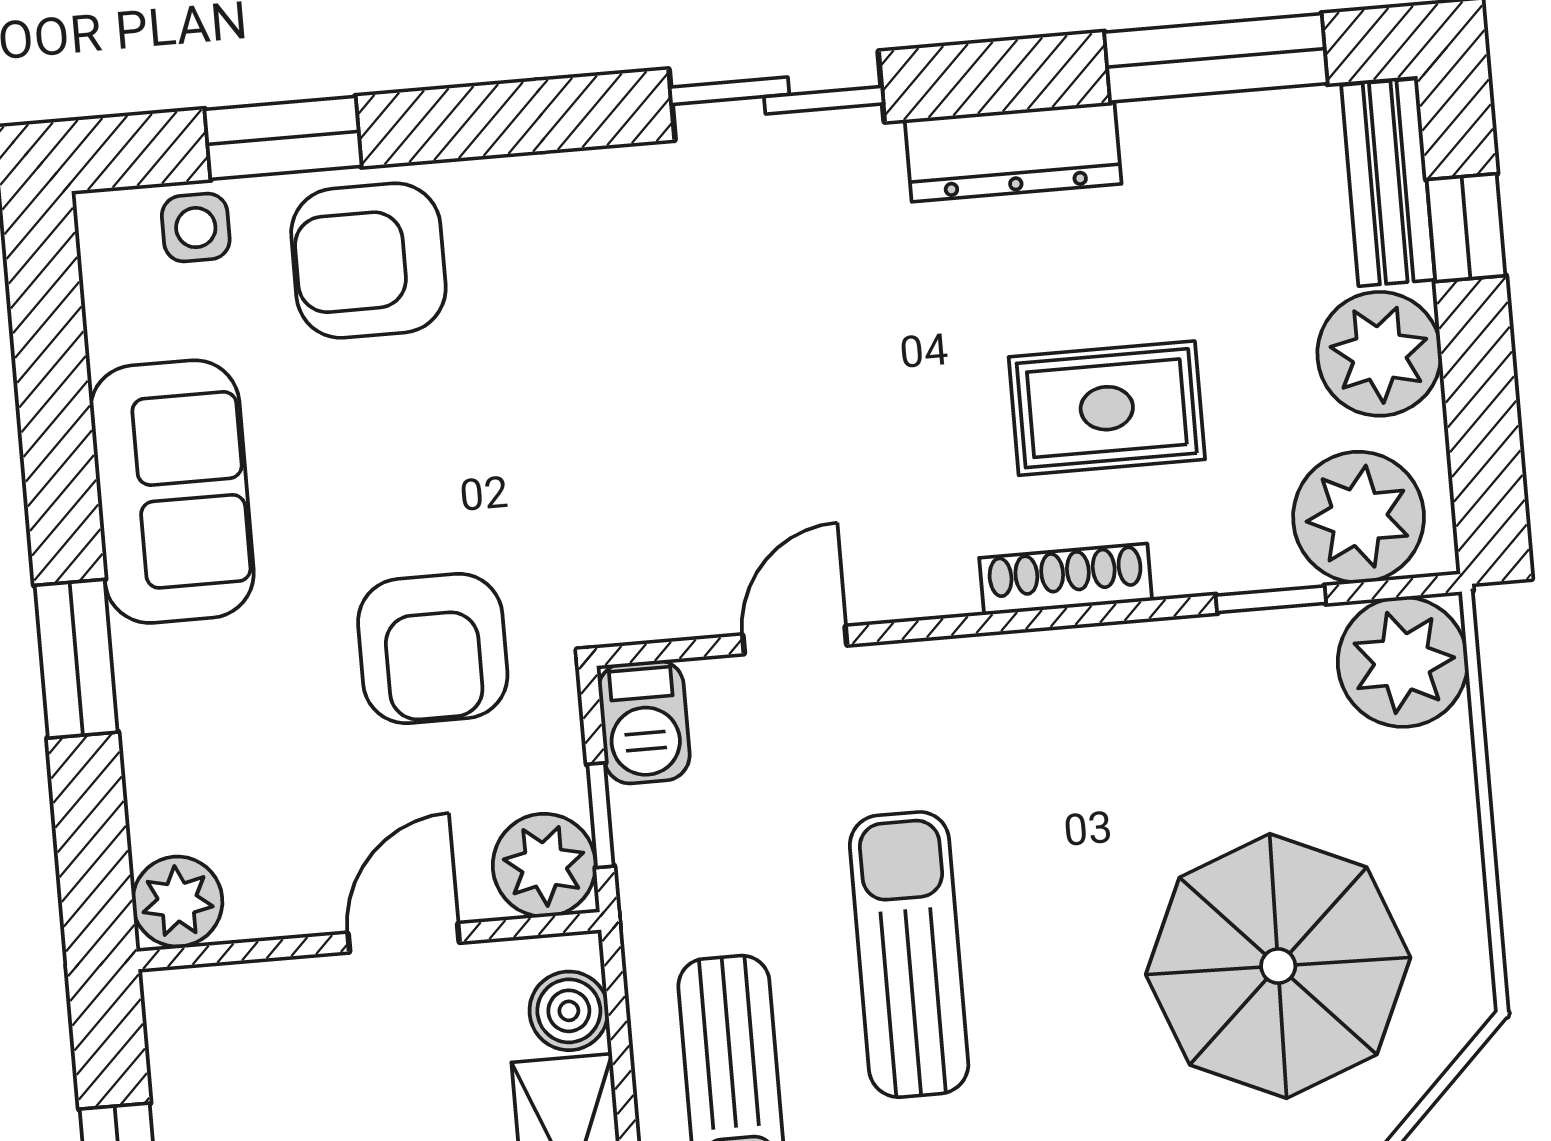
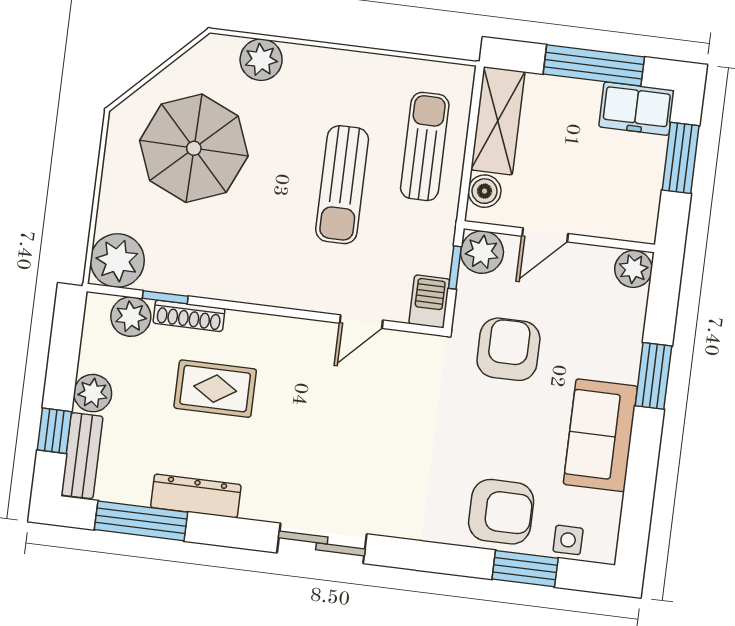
dresser: (1013, 152) -> (196, 496), moved
plant: (1379, 354) -> (93, 393), width x0.73, depth x0.73
plant: (1359, 517) -> (131, 317), width x0.73, depth x0.73
shoe rack: (1066, 579) -> (189, 316), moved

